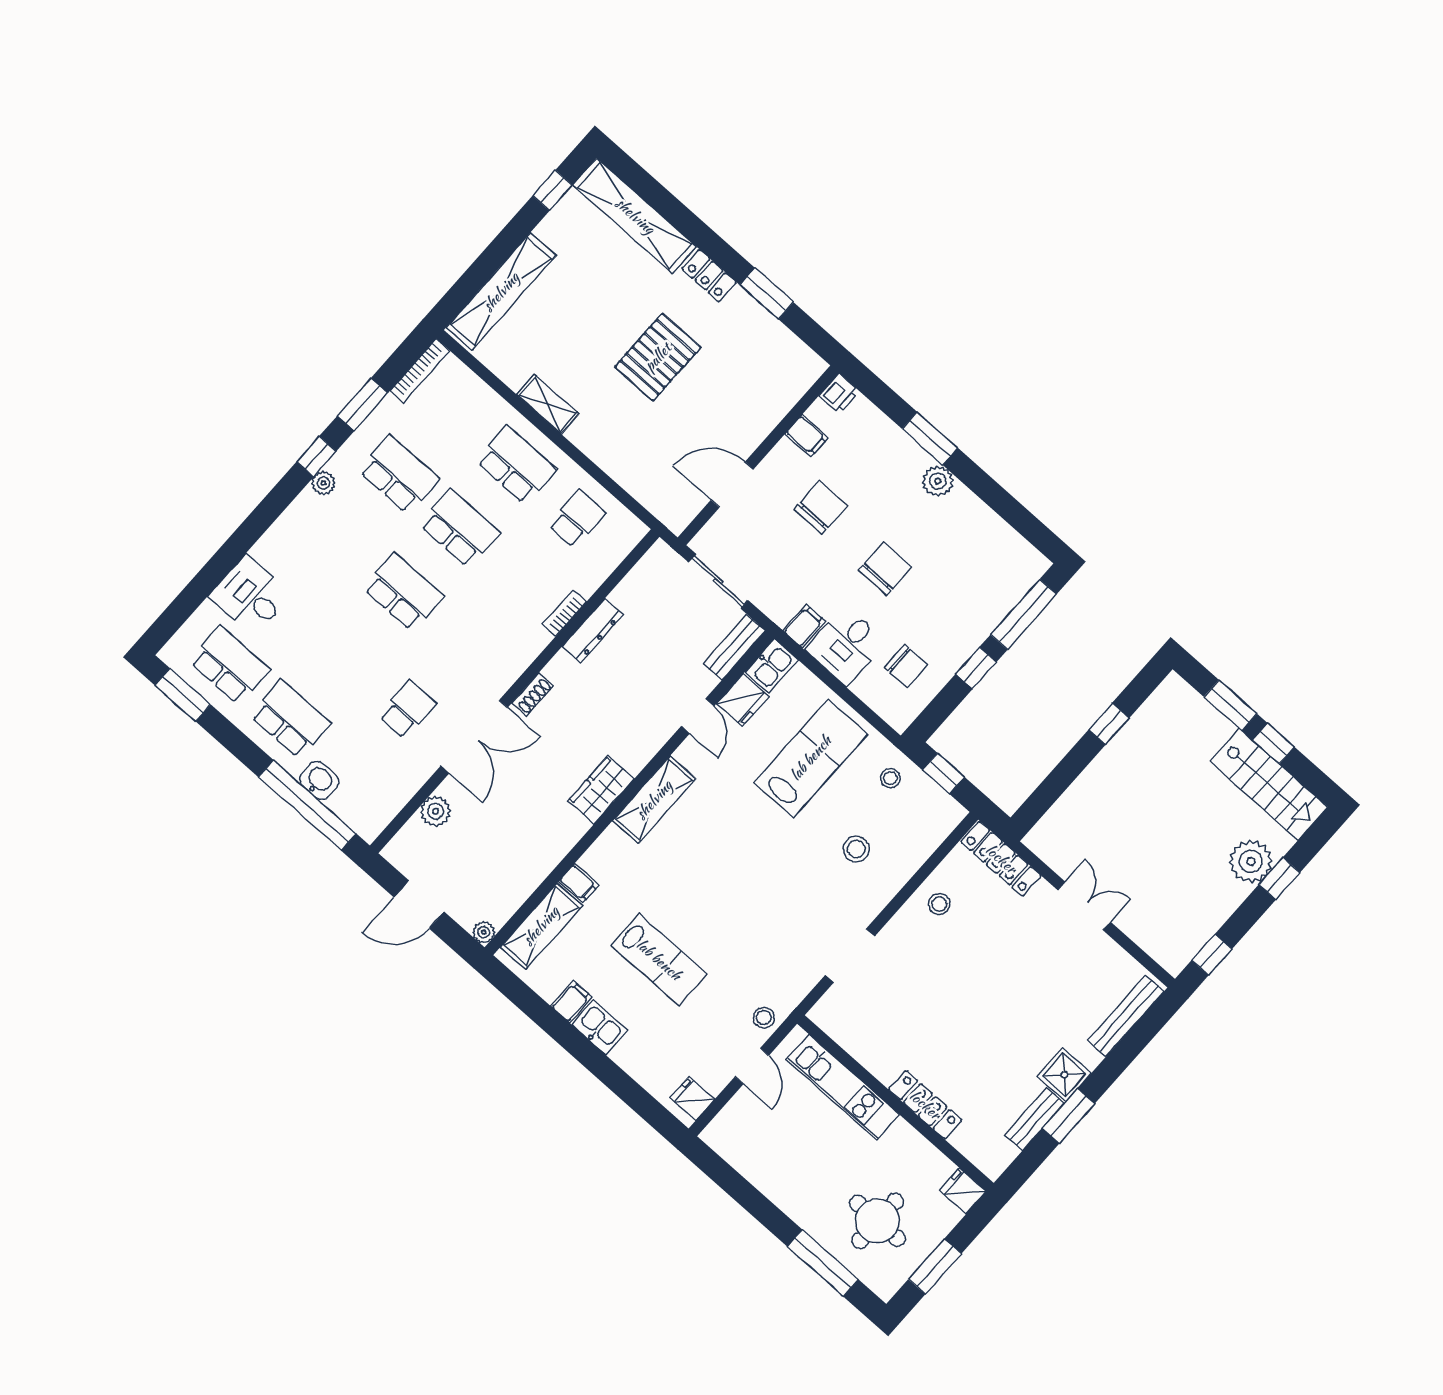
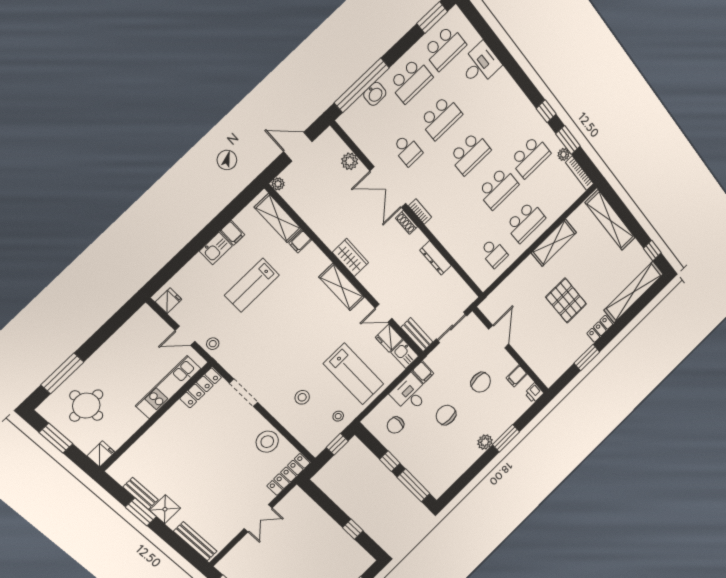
shelving: (548, 404) -> (554, 243), width x1.50, depth x1.33
plant: (323, 483) -> (564, 154), moved
chair: (885, 569) -> (446, 415), turned 180
bookcase: (564, 613) -> (420, 212), moved
school desk: (347, 656) -> (441, 118), added
stool: (939, 904) -> (267, 442), width x1.89, depth x1.89
door: (419, 905) -> (298, 147), hinge flipped
locker: (925, 1105) -> (201, 388), moved

